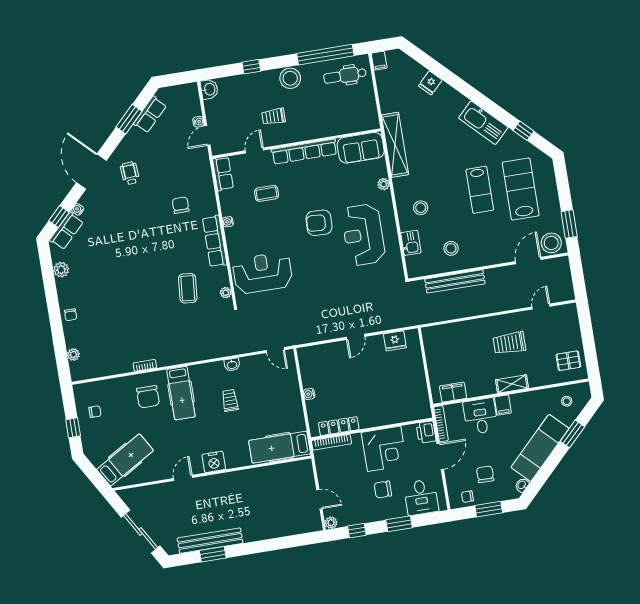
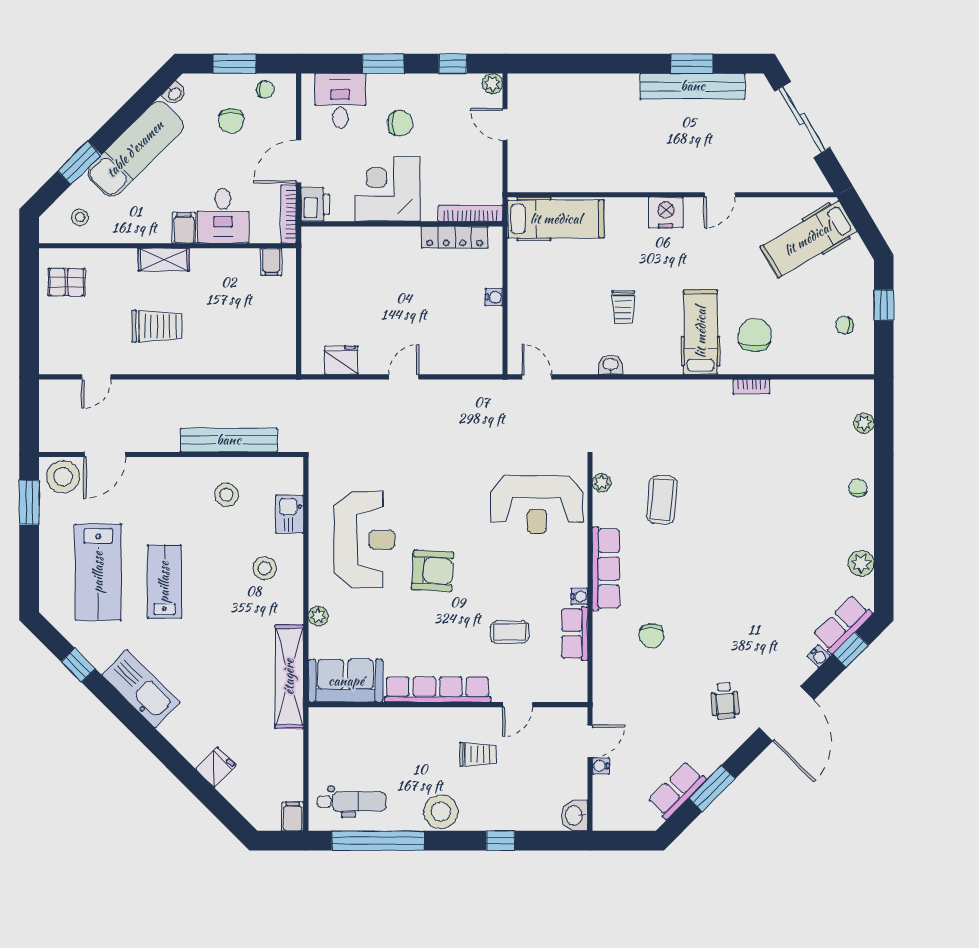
row of seats: (223, 174) -> (575, 634), moved
filing cabinet: (453, 392) -> (271, 262), width x0.50

